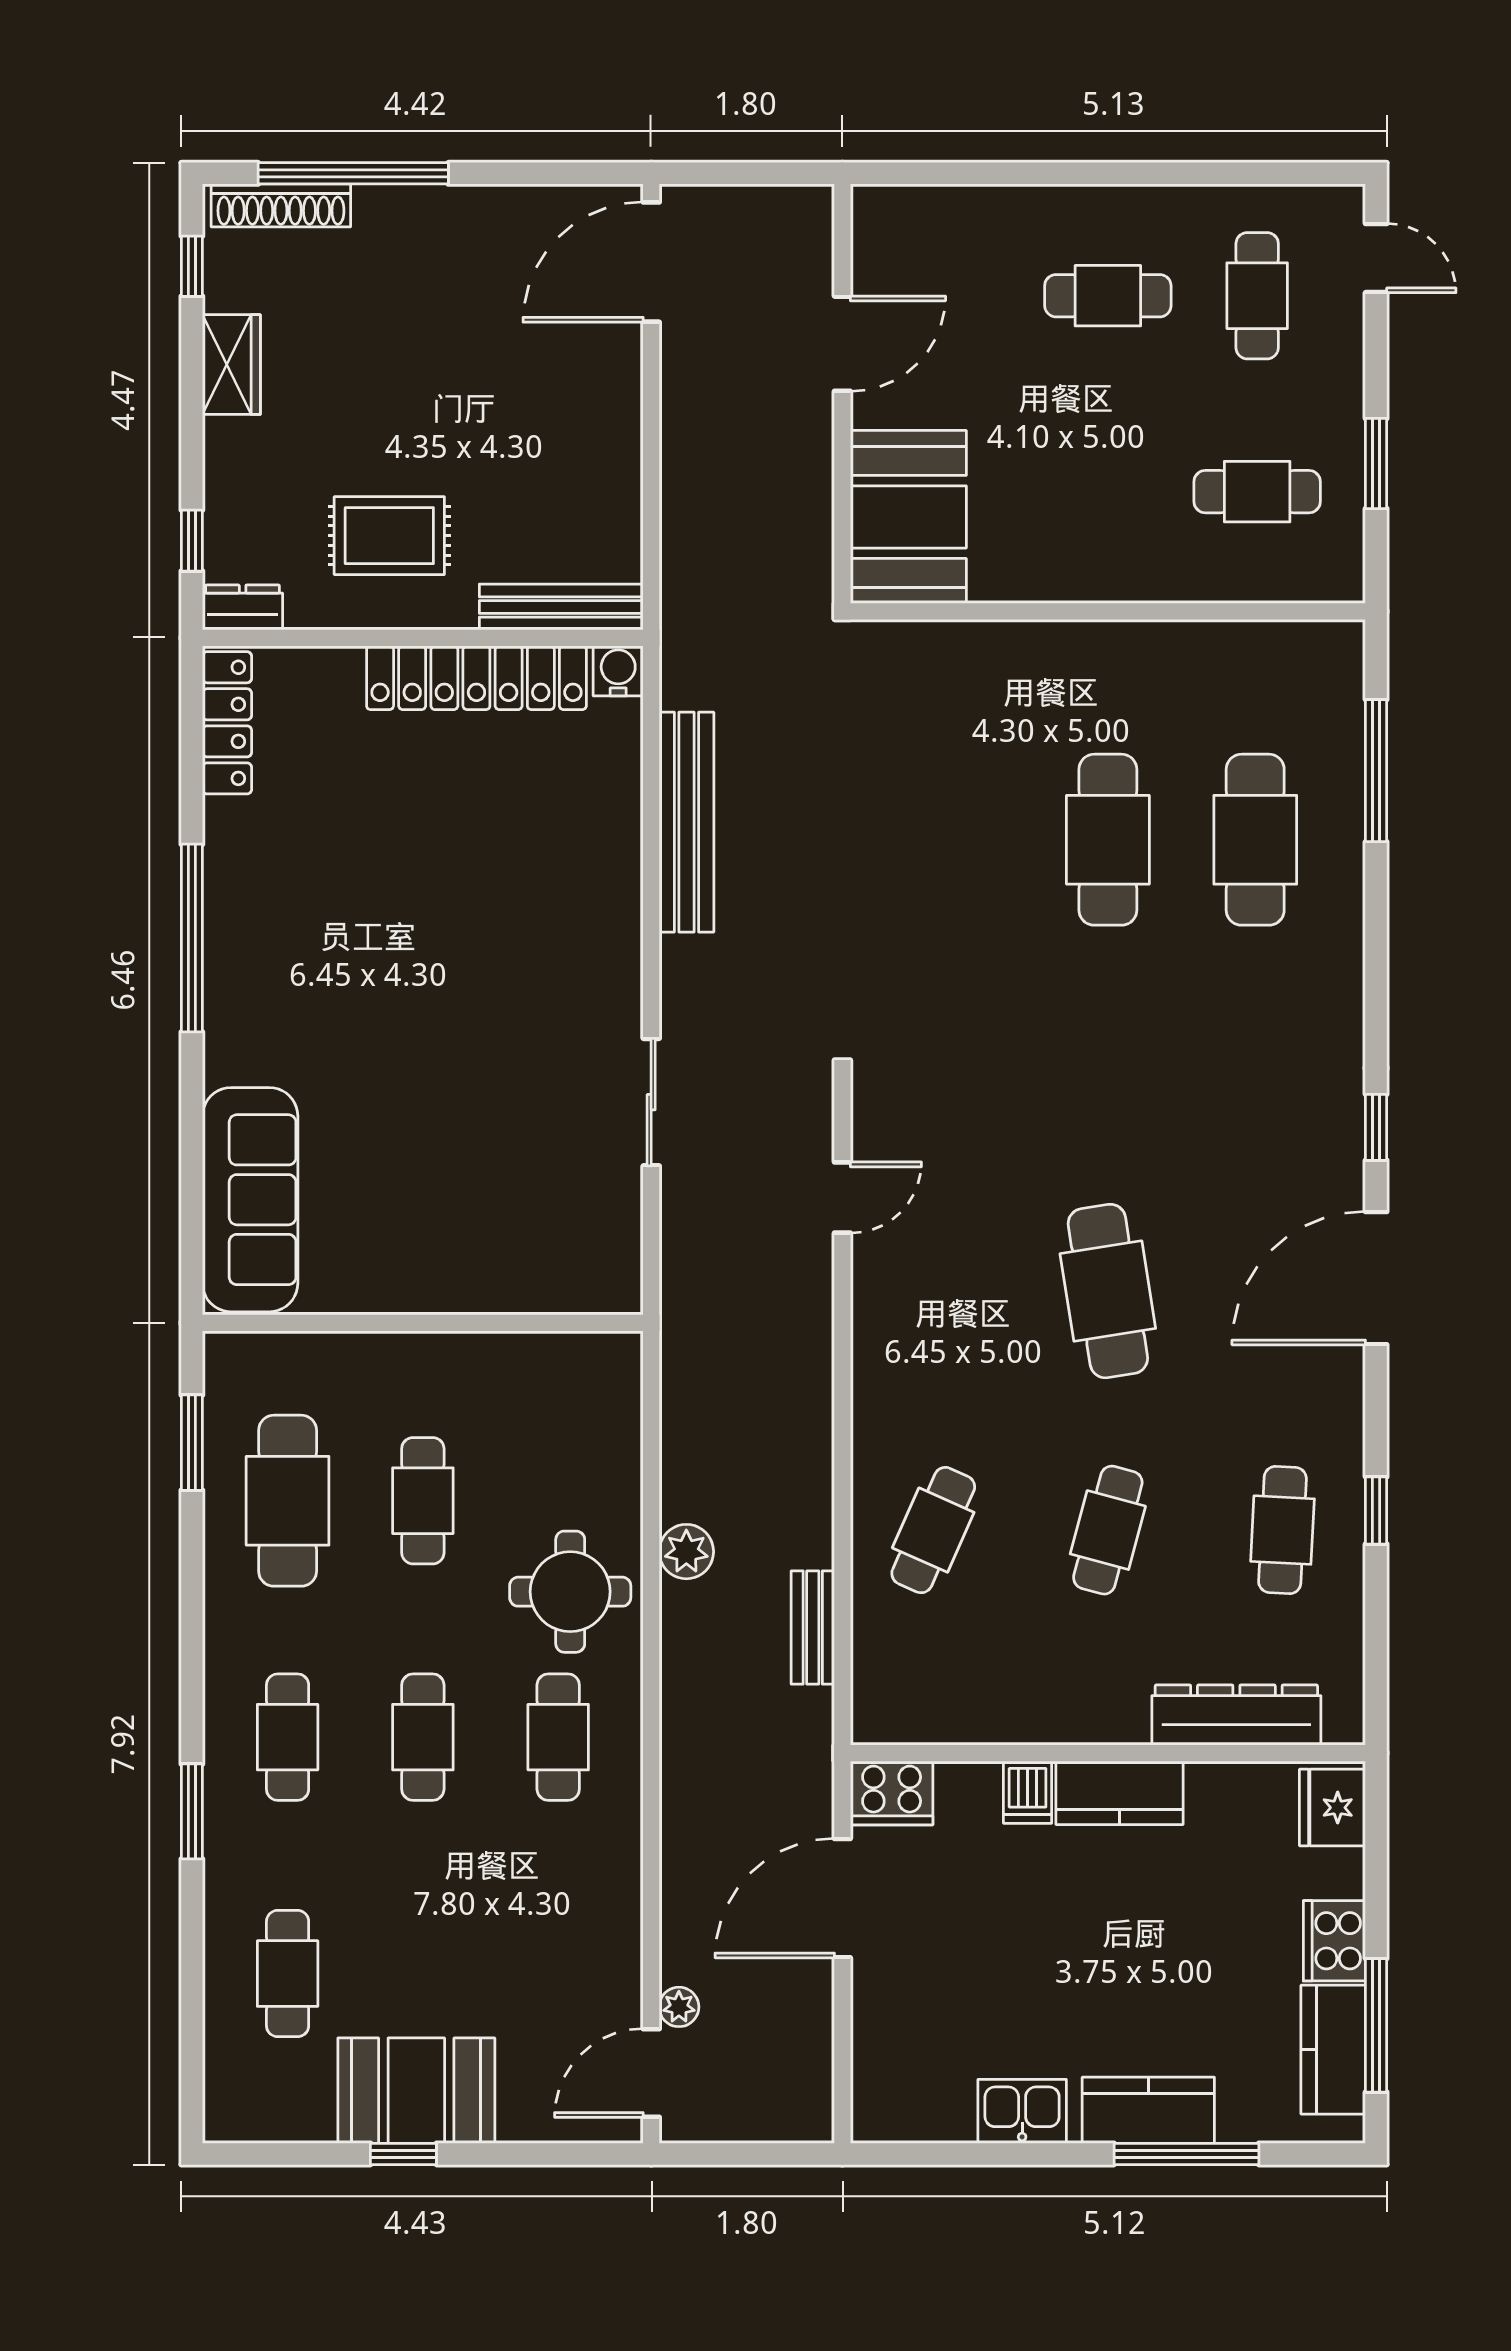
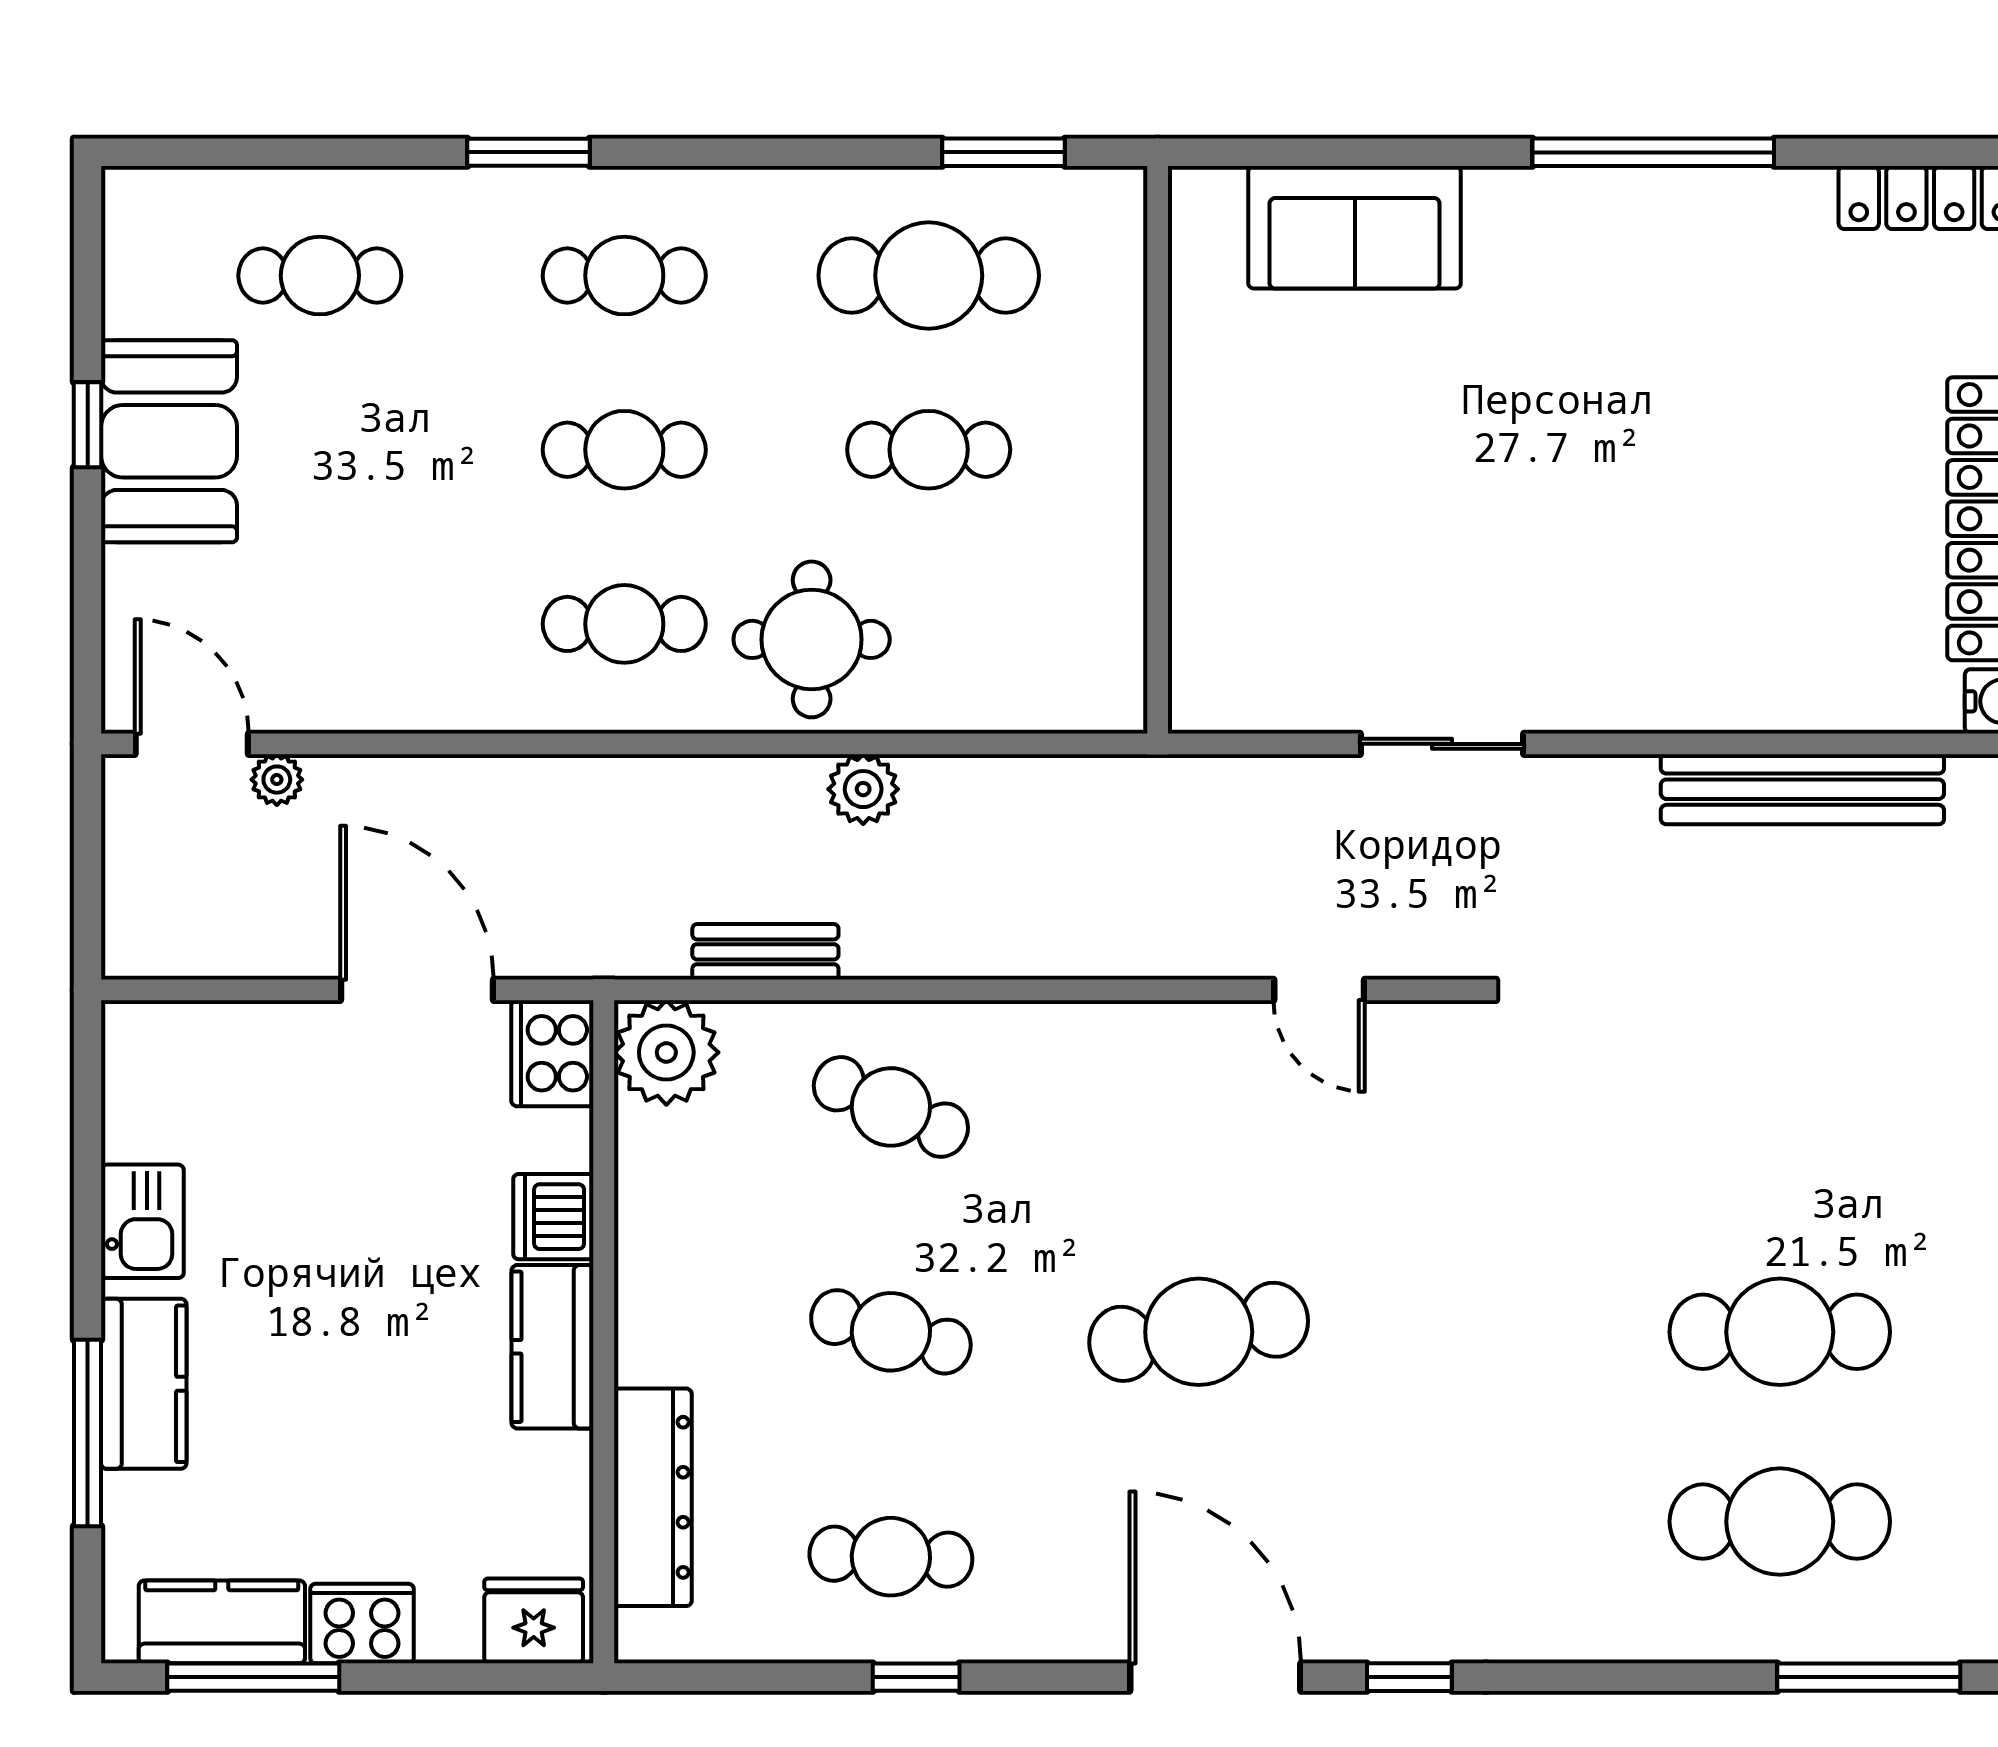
sofa: (250, 1200) -> (1355, 227), width x0.73
plant: (891, 1704) -> (666, 1052), added
dishwasher: (1028, 1792) -> (553, 1217), width x1.38

